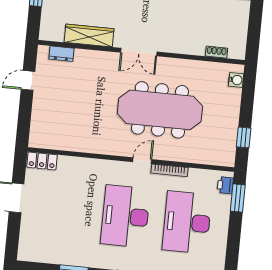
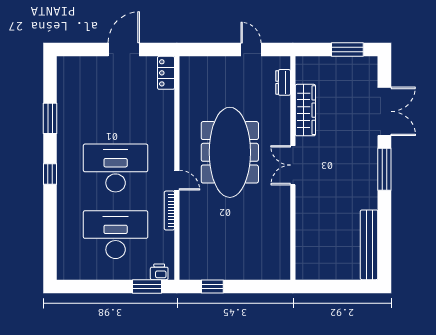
shoe rack: (217, 52) -> (301, 248), removed
water cooler: (236, 80) -> (273, 272), removed
meeting table: (160, 110) -> (230, 152), moved

